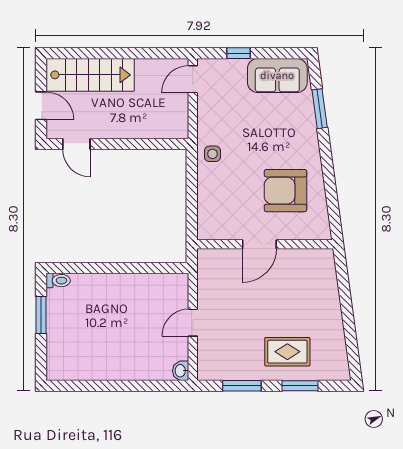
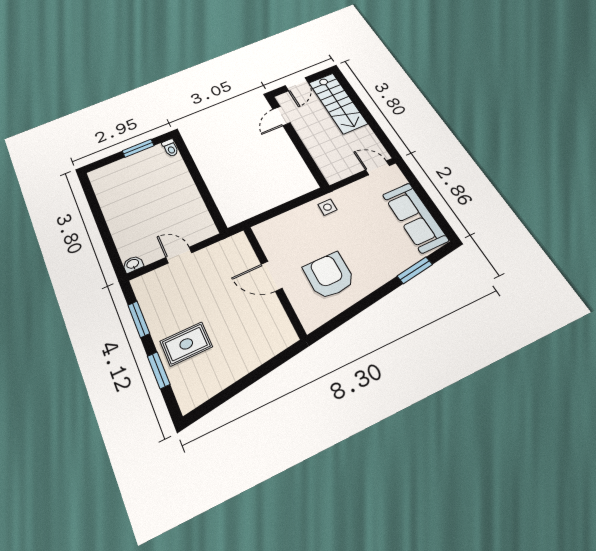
window: (238, 53) -> (419, 190), removed
sofa: (277, 75) -> (415, 217), width x1.36
rug: (287, 352) -> (186, 344), turned 90

